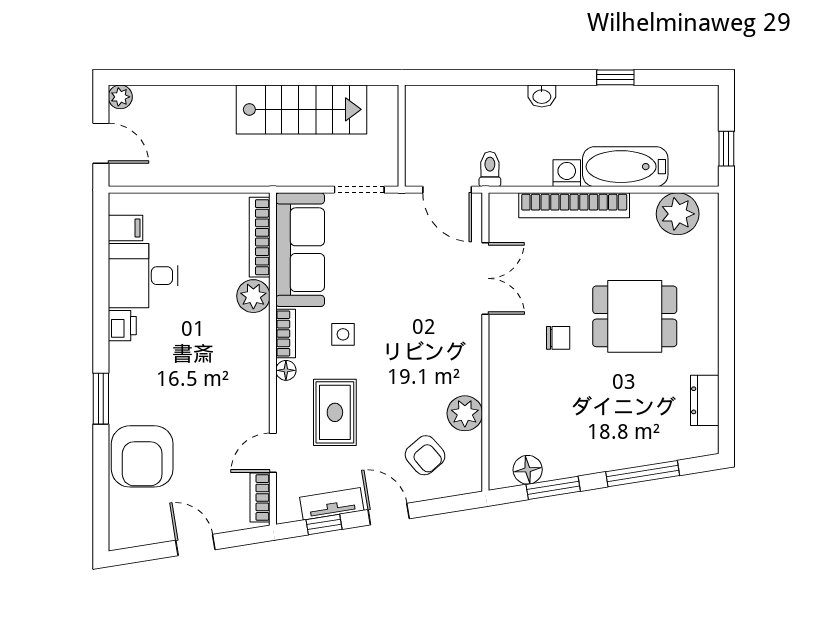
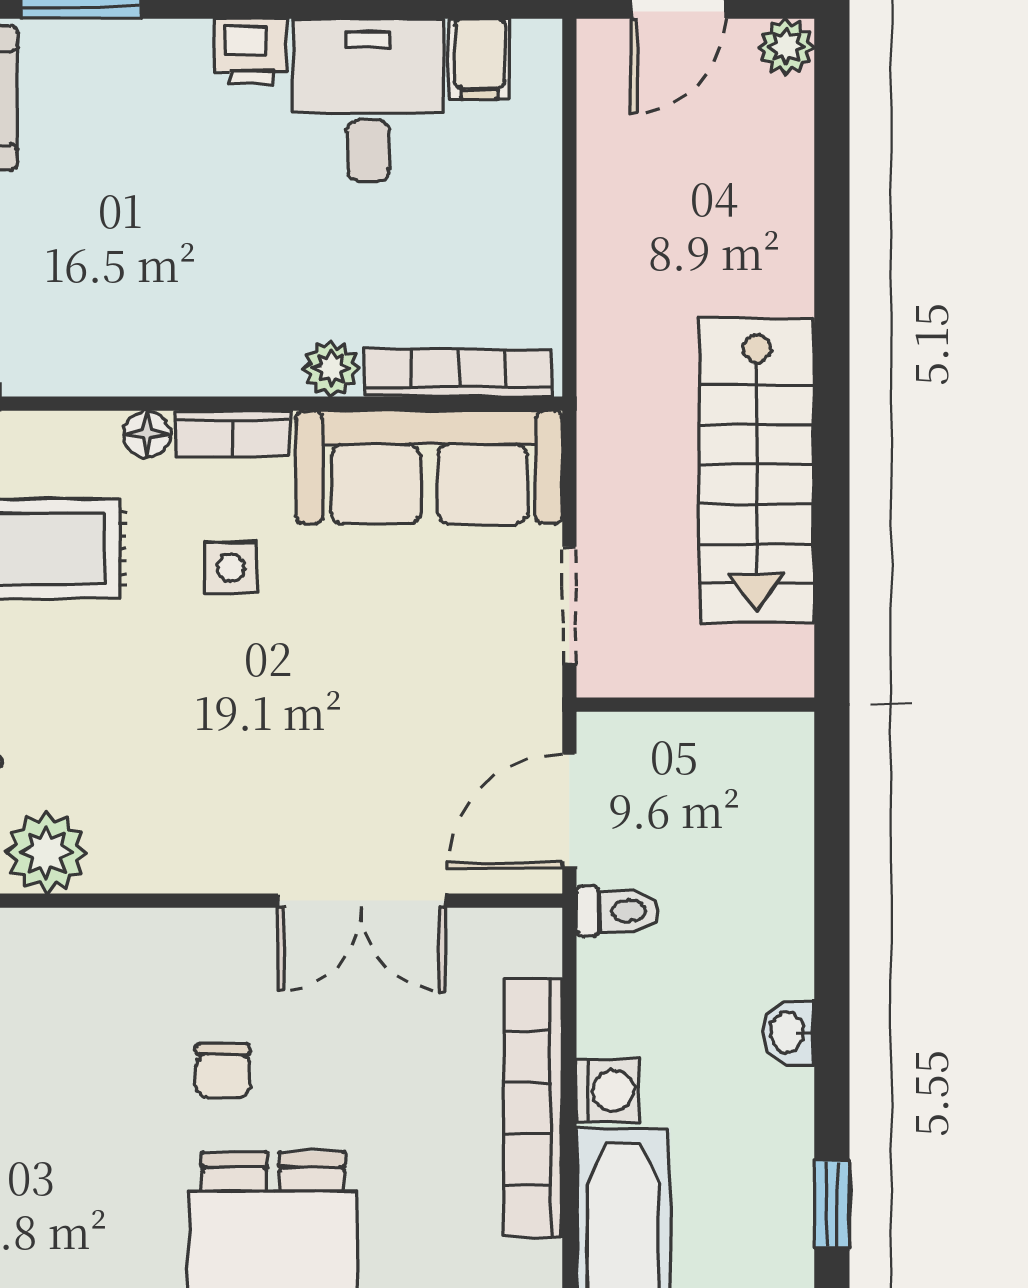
plant: (253, 296) -> (331, 369), width x0.73, depth x0.73

